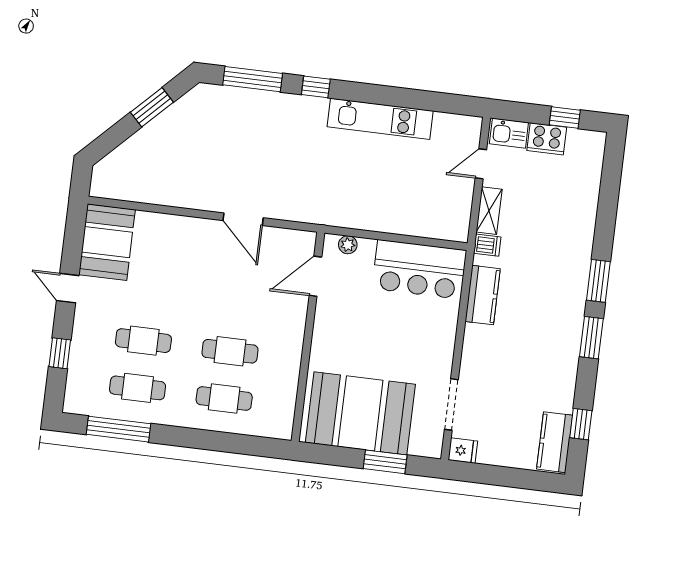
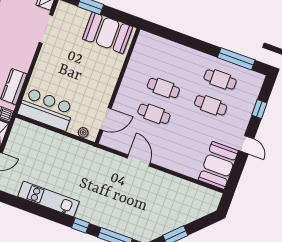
cafe table: (224, 399) -> (154, 114), moved
booth: (360, 413) -> (108, 33), width x0.73, depth x0.70

